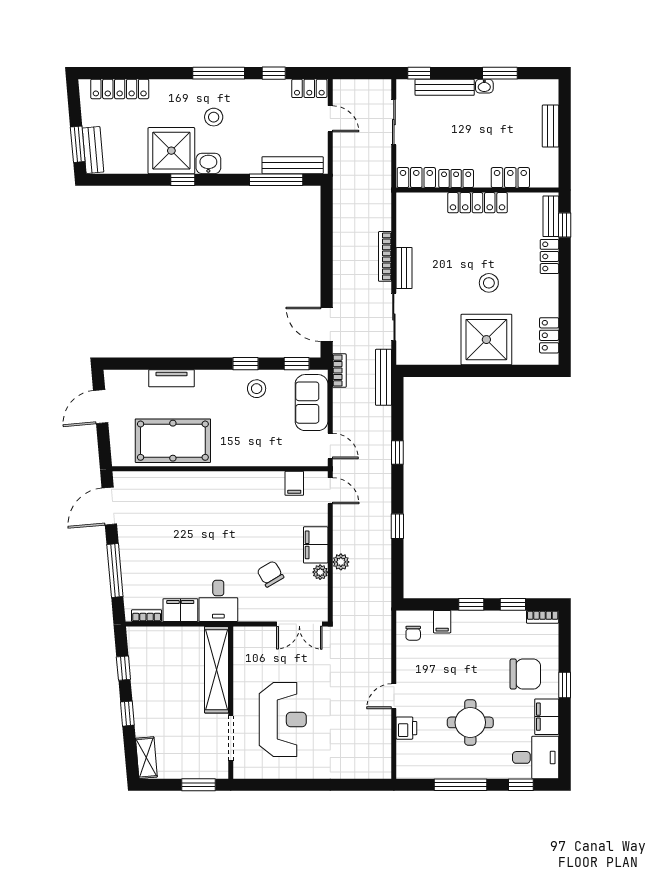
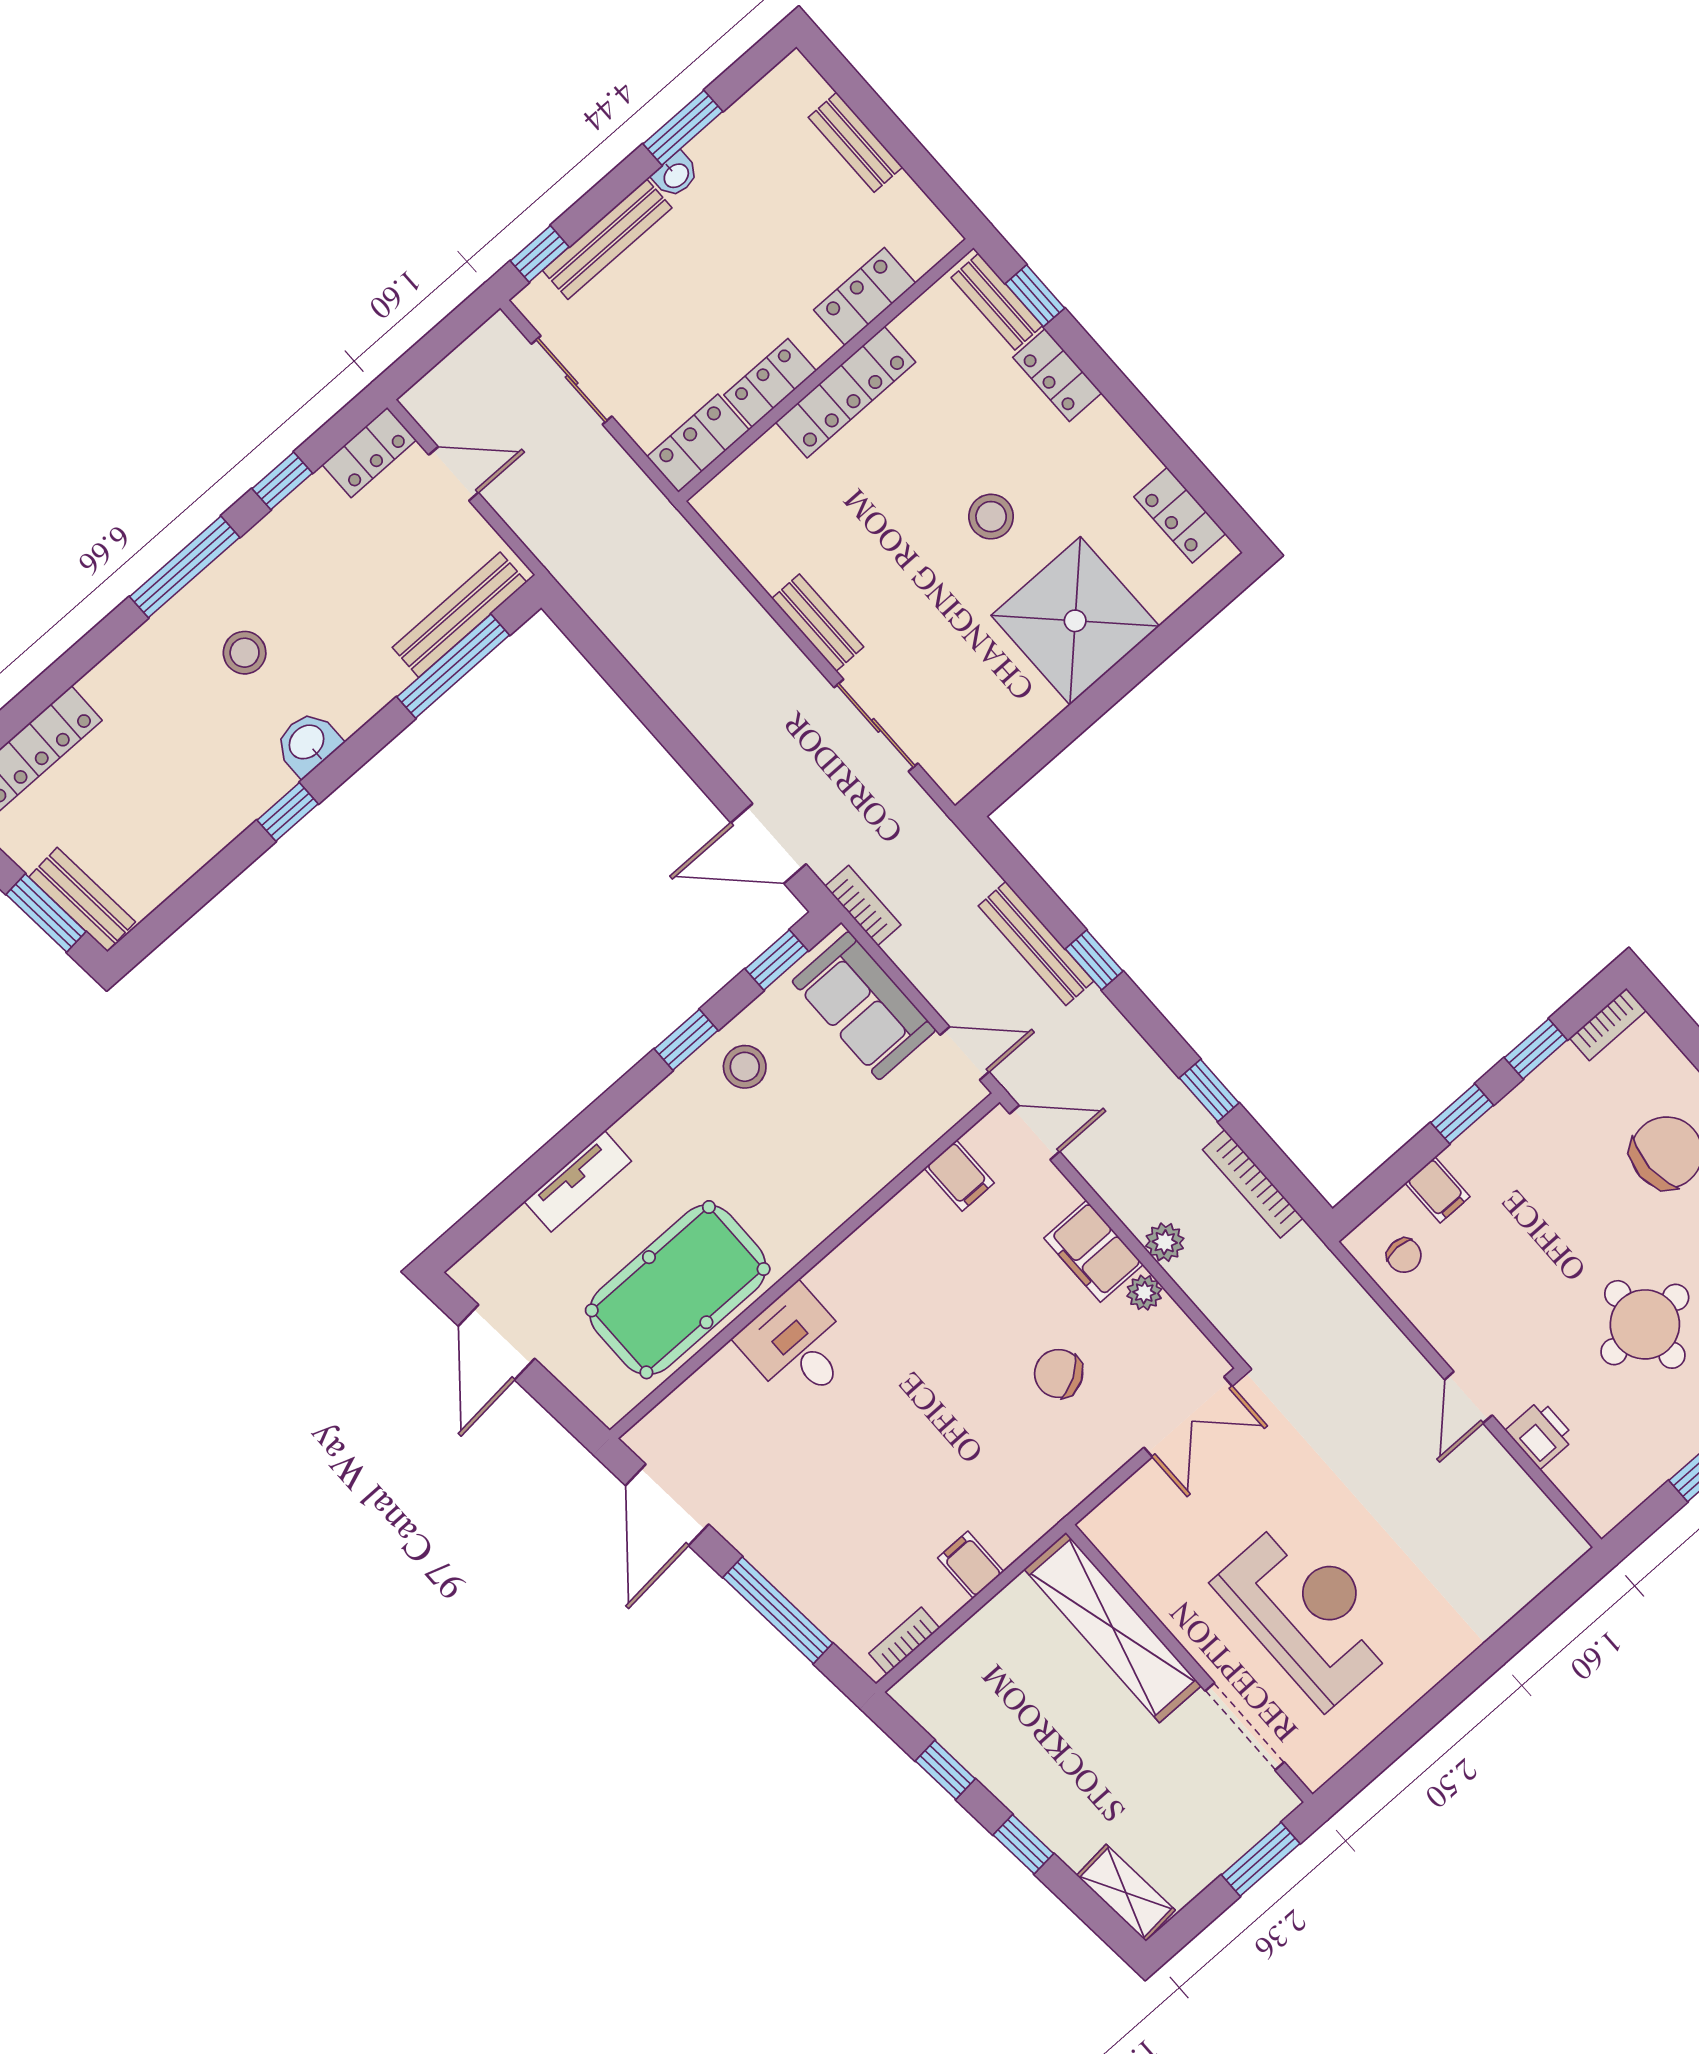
shower: (171, 151) -> (222, 778), removed
bookcase: (385, 256) -> (1253, 1184), moved
bench: (384, 377) -> (1036, 943), moved
desk: (218, 601) -> (797, 1346), moved, turned 180
filing cabinet: (180, 610) -> (971, 1565), width x0.50

